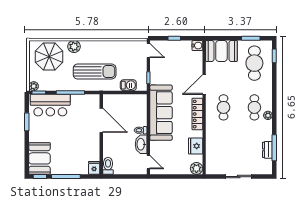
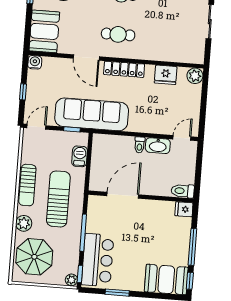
sun lounger: (103, 47) -> (27, 185), added
sofa: (161, 113) -> (92, 114), moved

